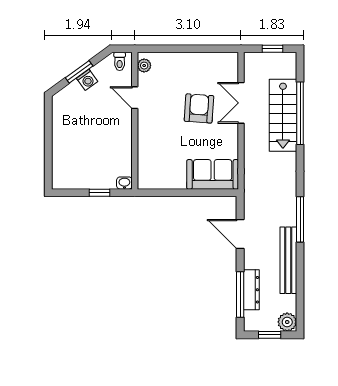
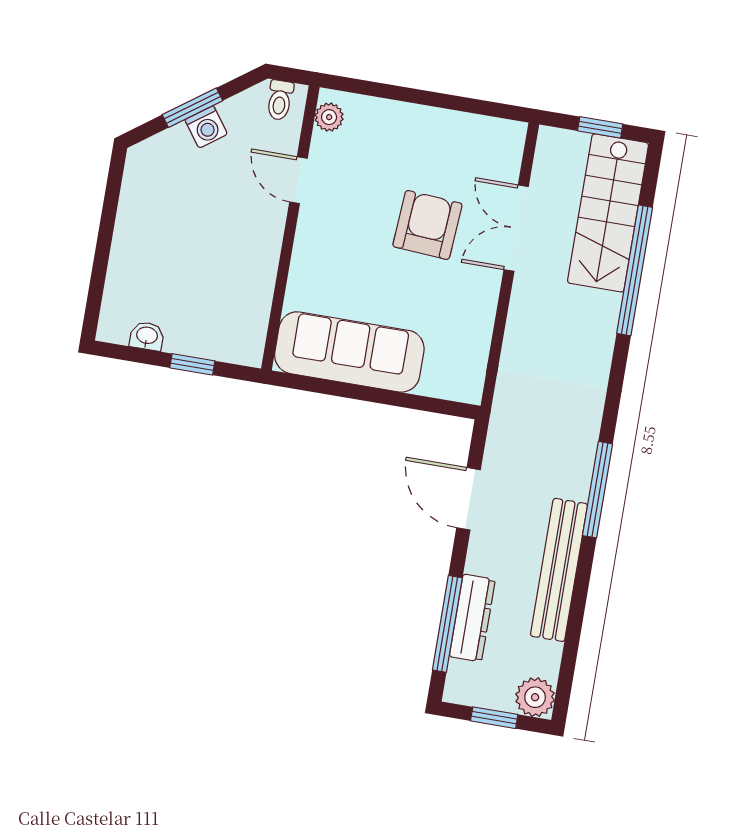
stairs: (283, 115) -> (608, 213), moved
sofa: (213, 174) -> (349, 352), moved, width x1.36
washbasin: (124, 183) -> (147, 336), moved

